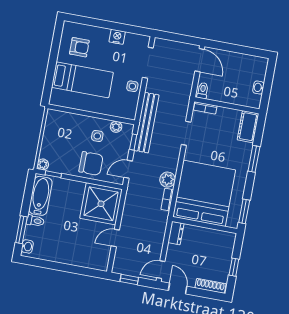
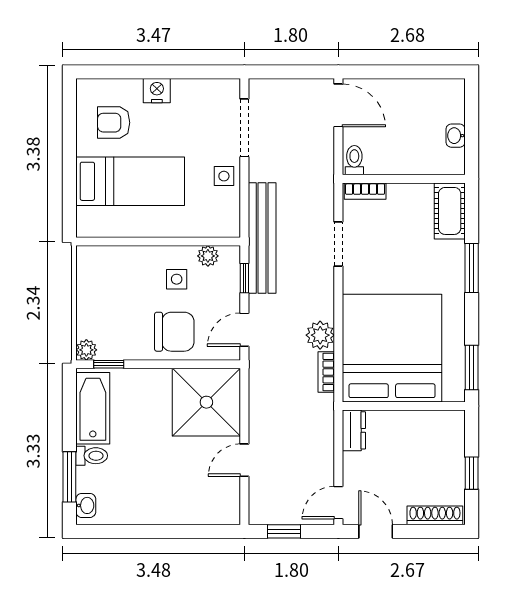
nightstand: (117, 37) -> (157, 91), moved
armchair: (79, 47) -> (114, 123), turned 180

